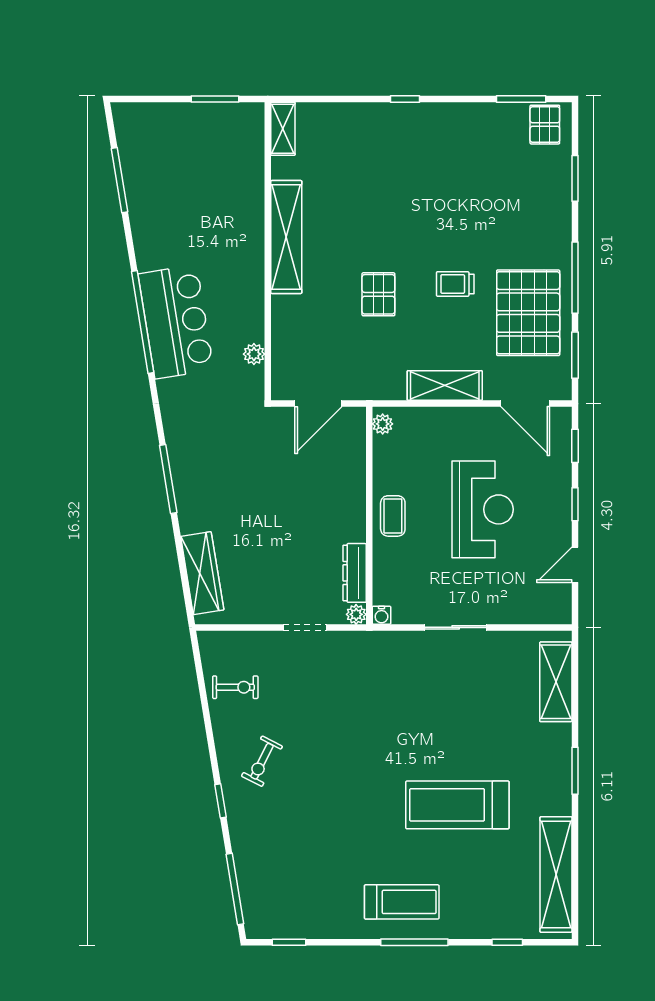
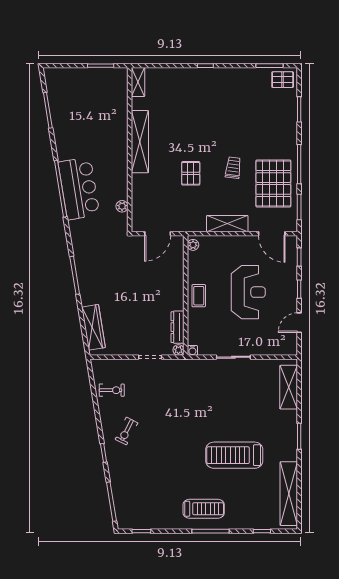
pallet: (545, 125) -> (283, 80), turned 90
trolley: (455, 284) -> (233, 168), turned 97

